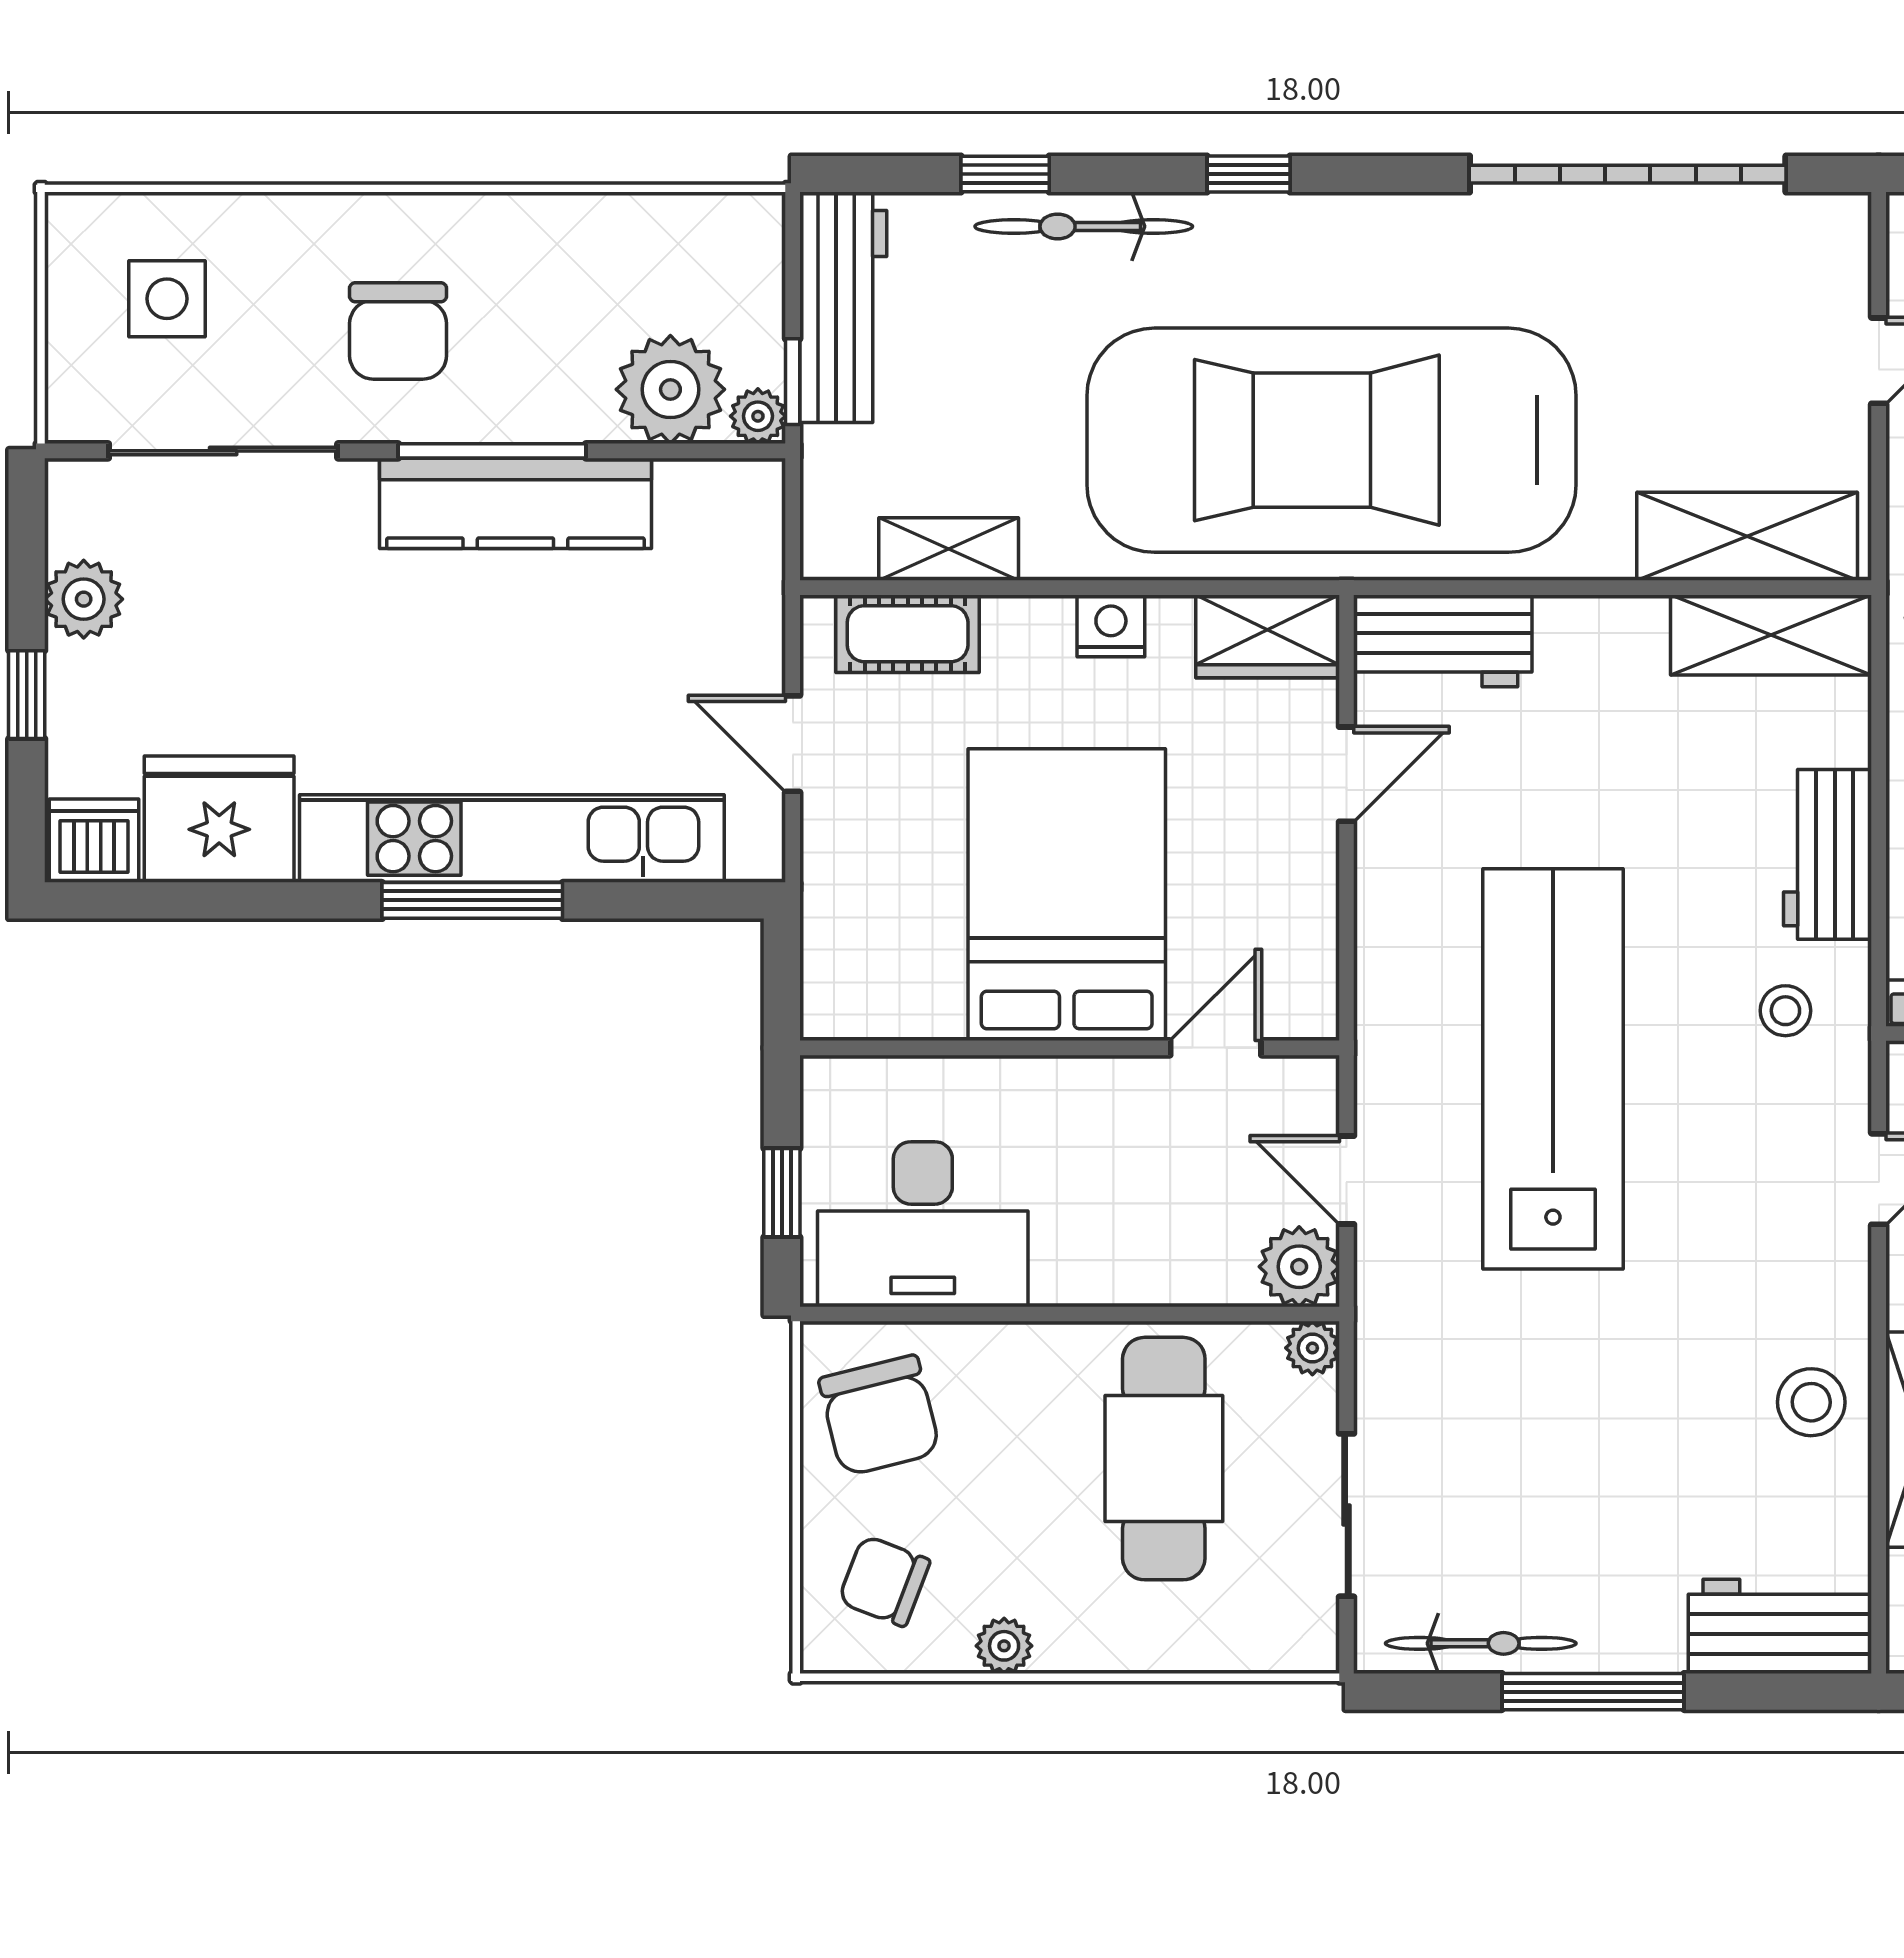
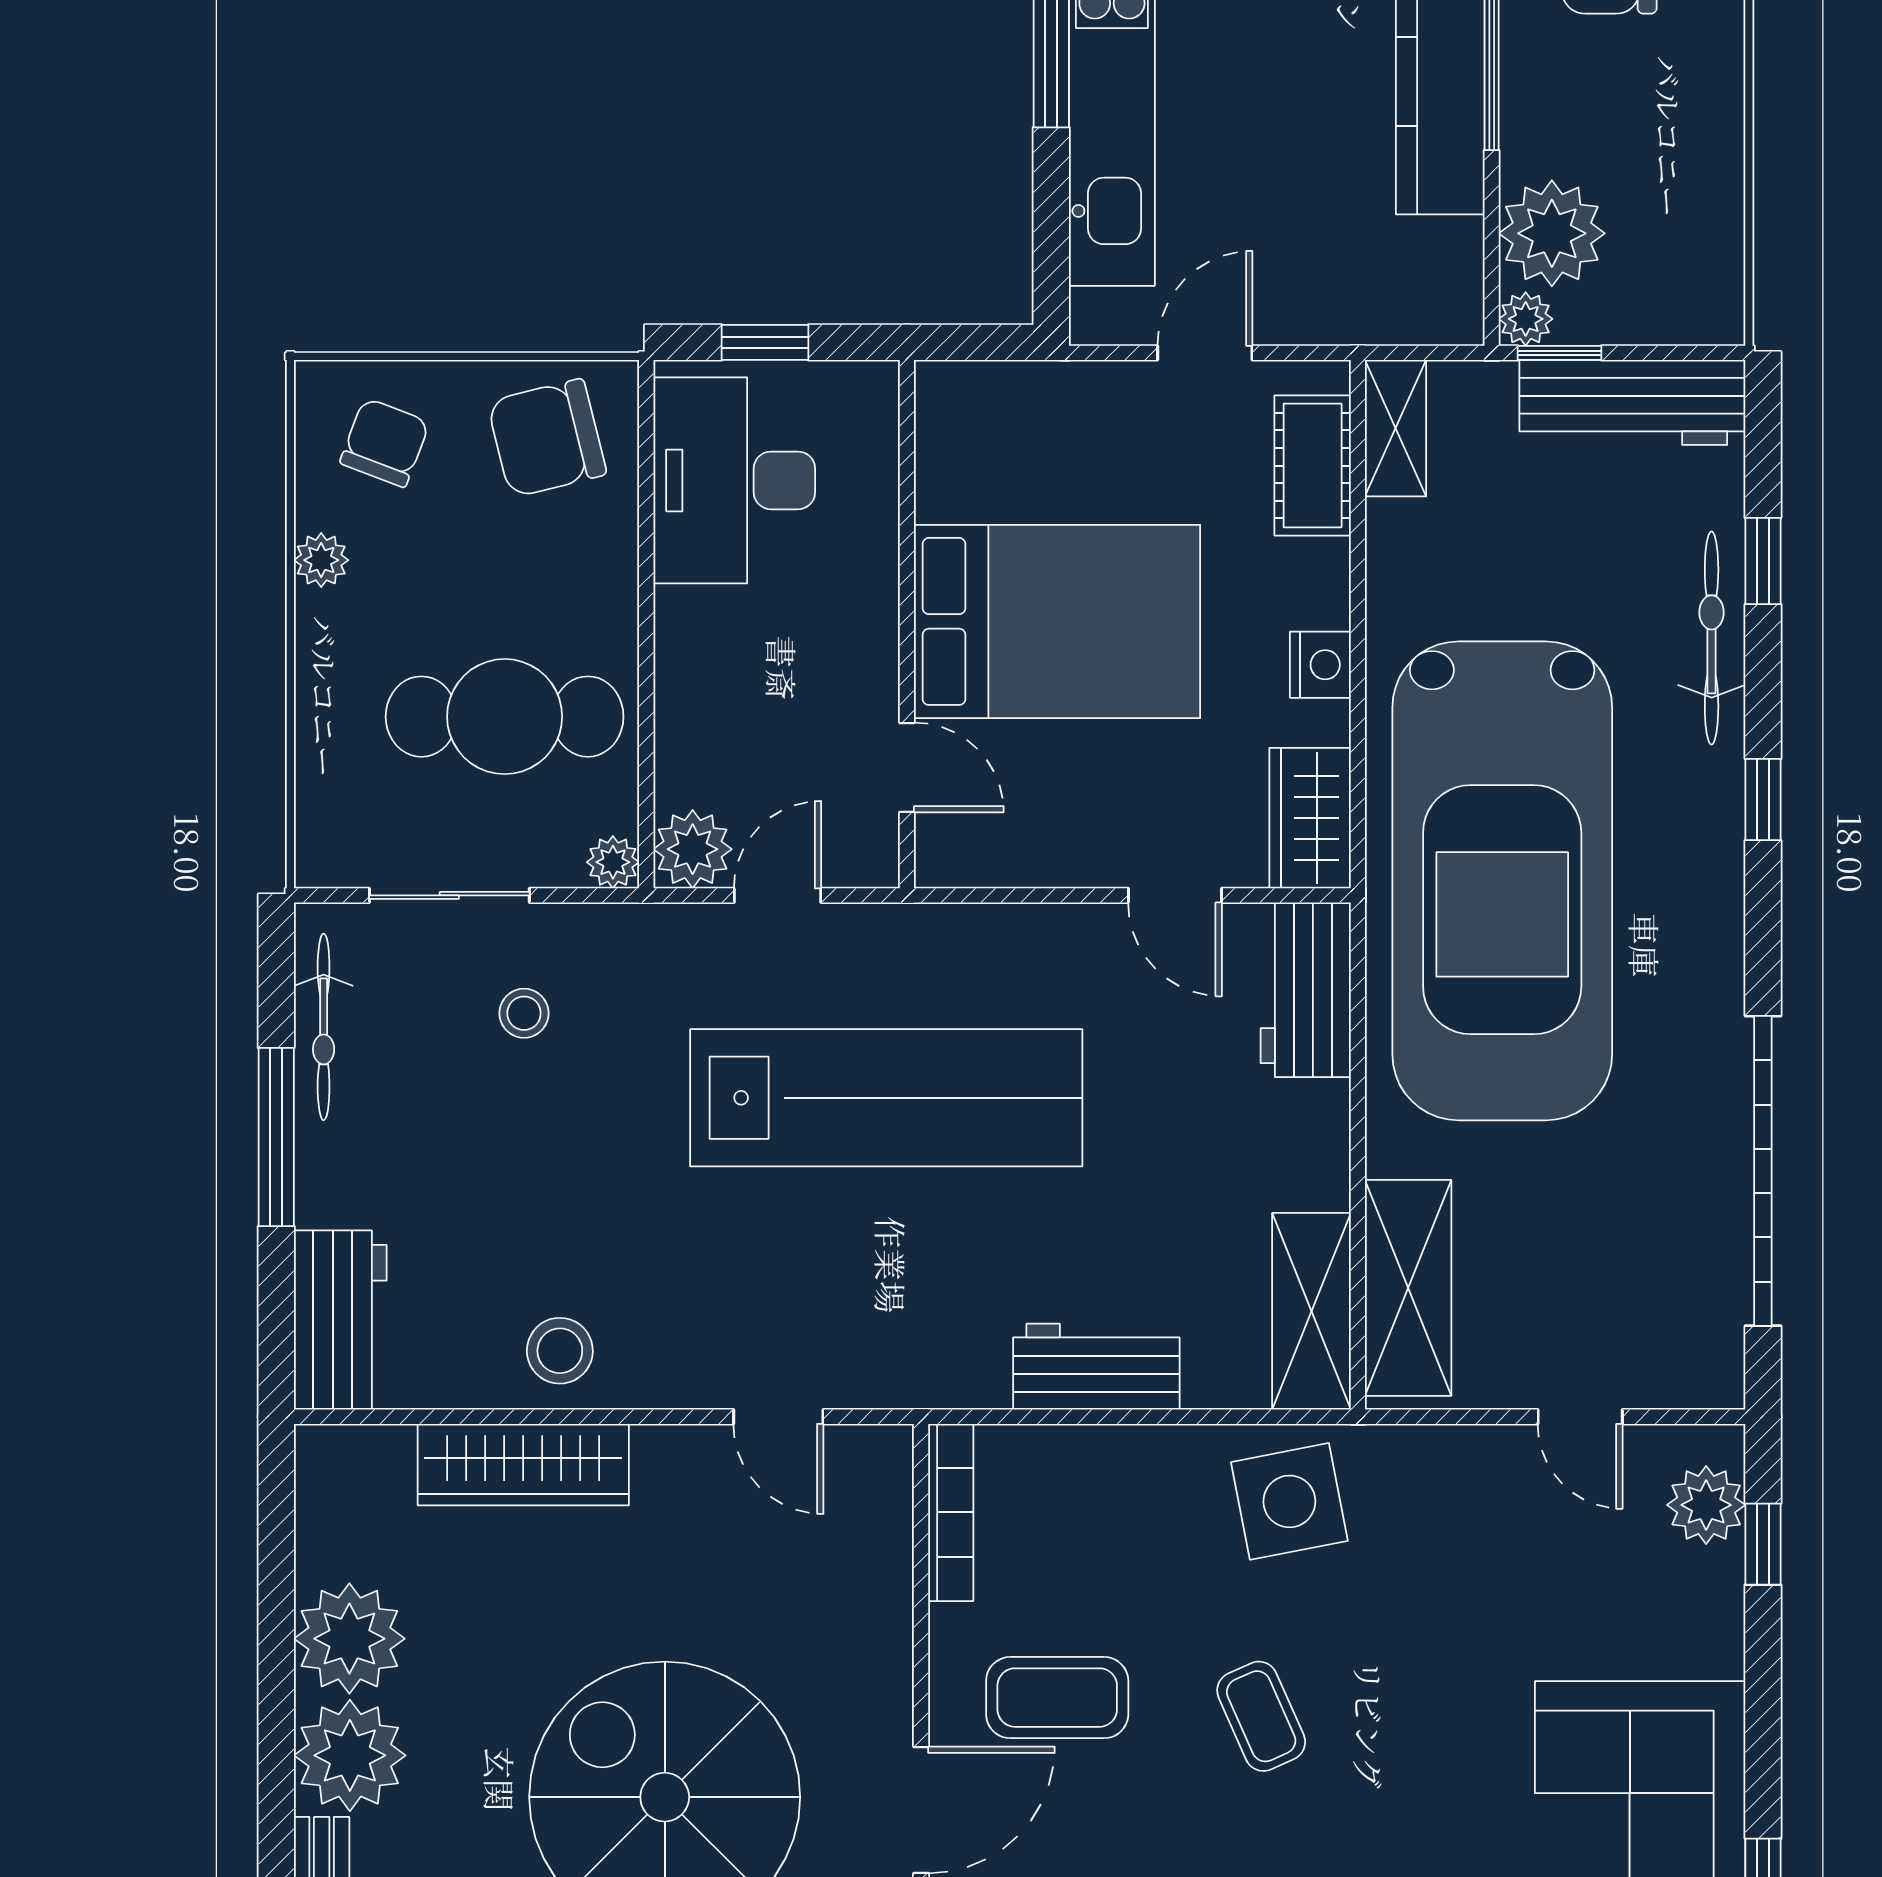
car: (1332, 440) -> (1502, 881), turned 180
shelving: (949, 549) -> (1396, 428), moved
stool: (1785, 1011) -> (524, 1013), moved

